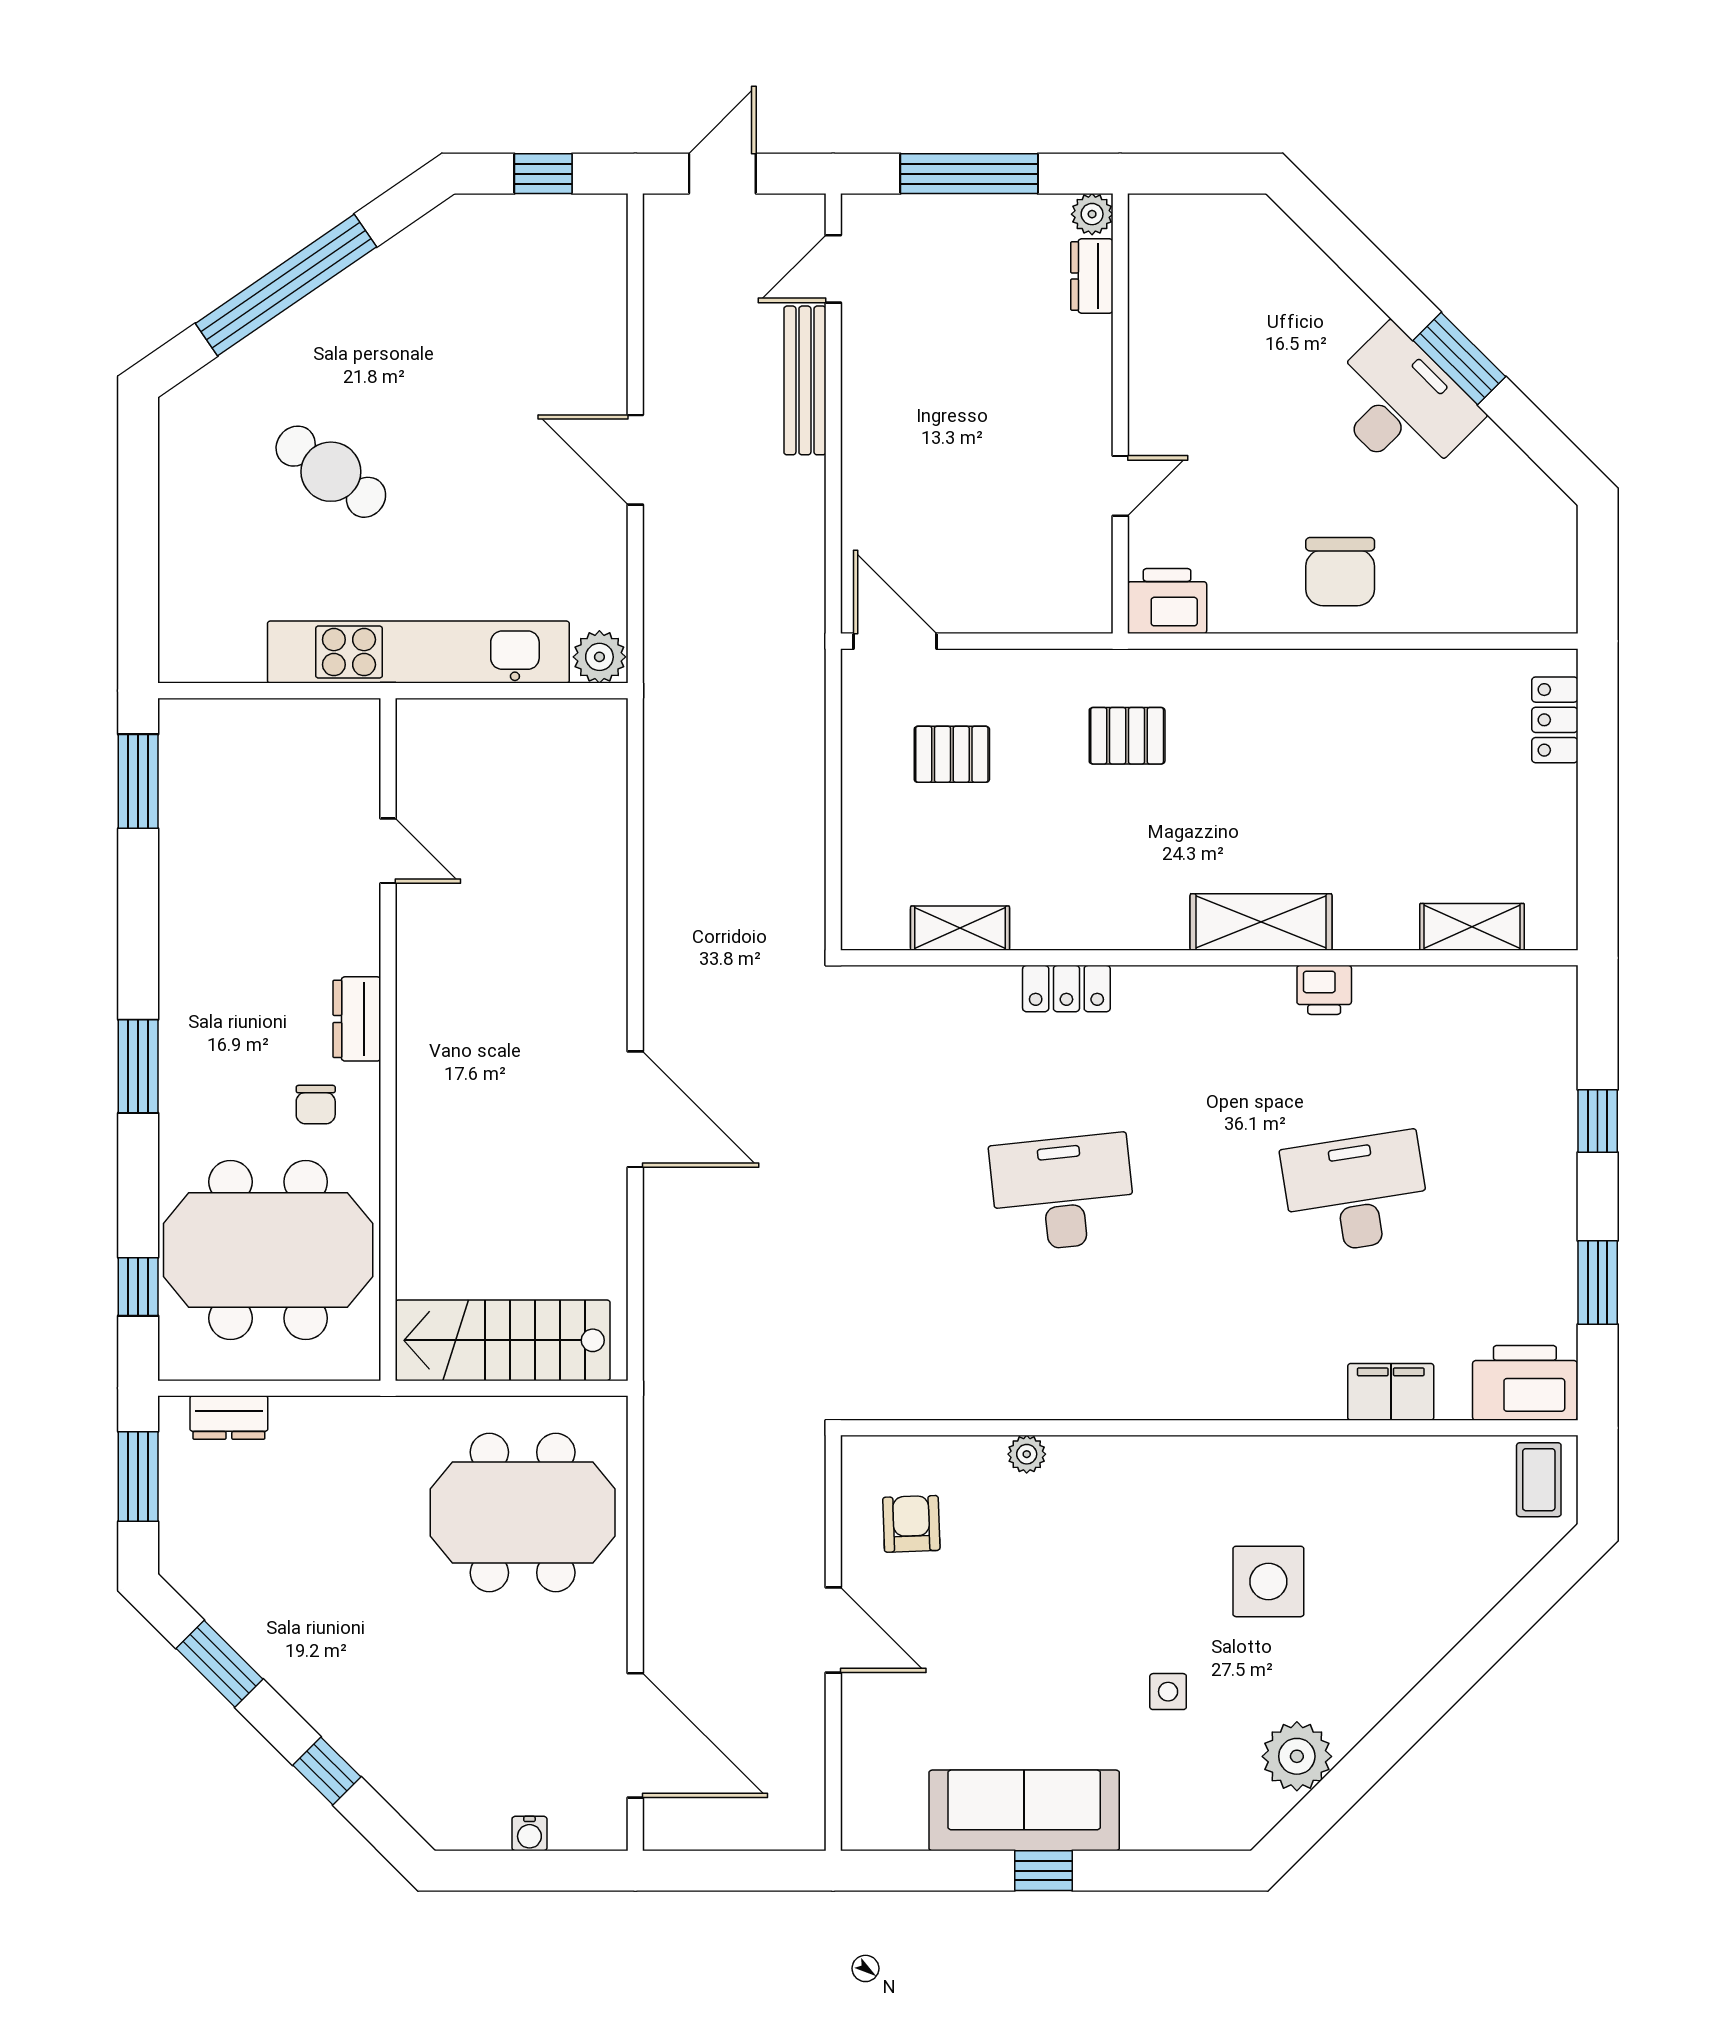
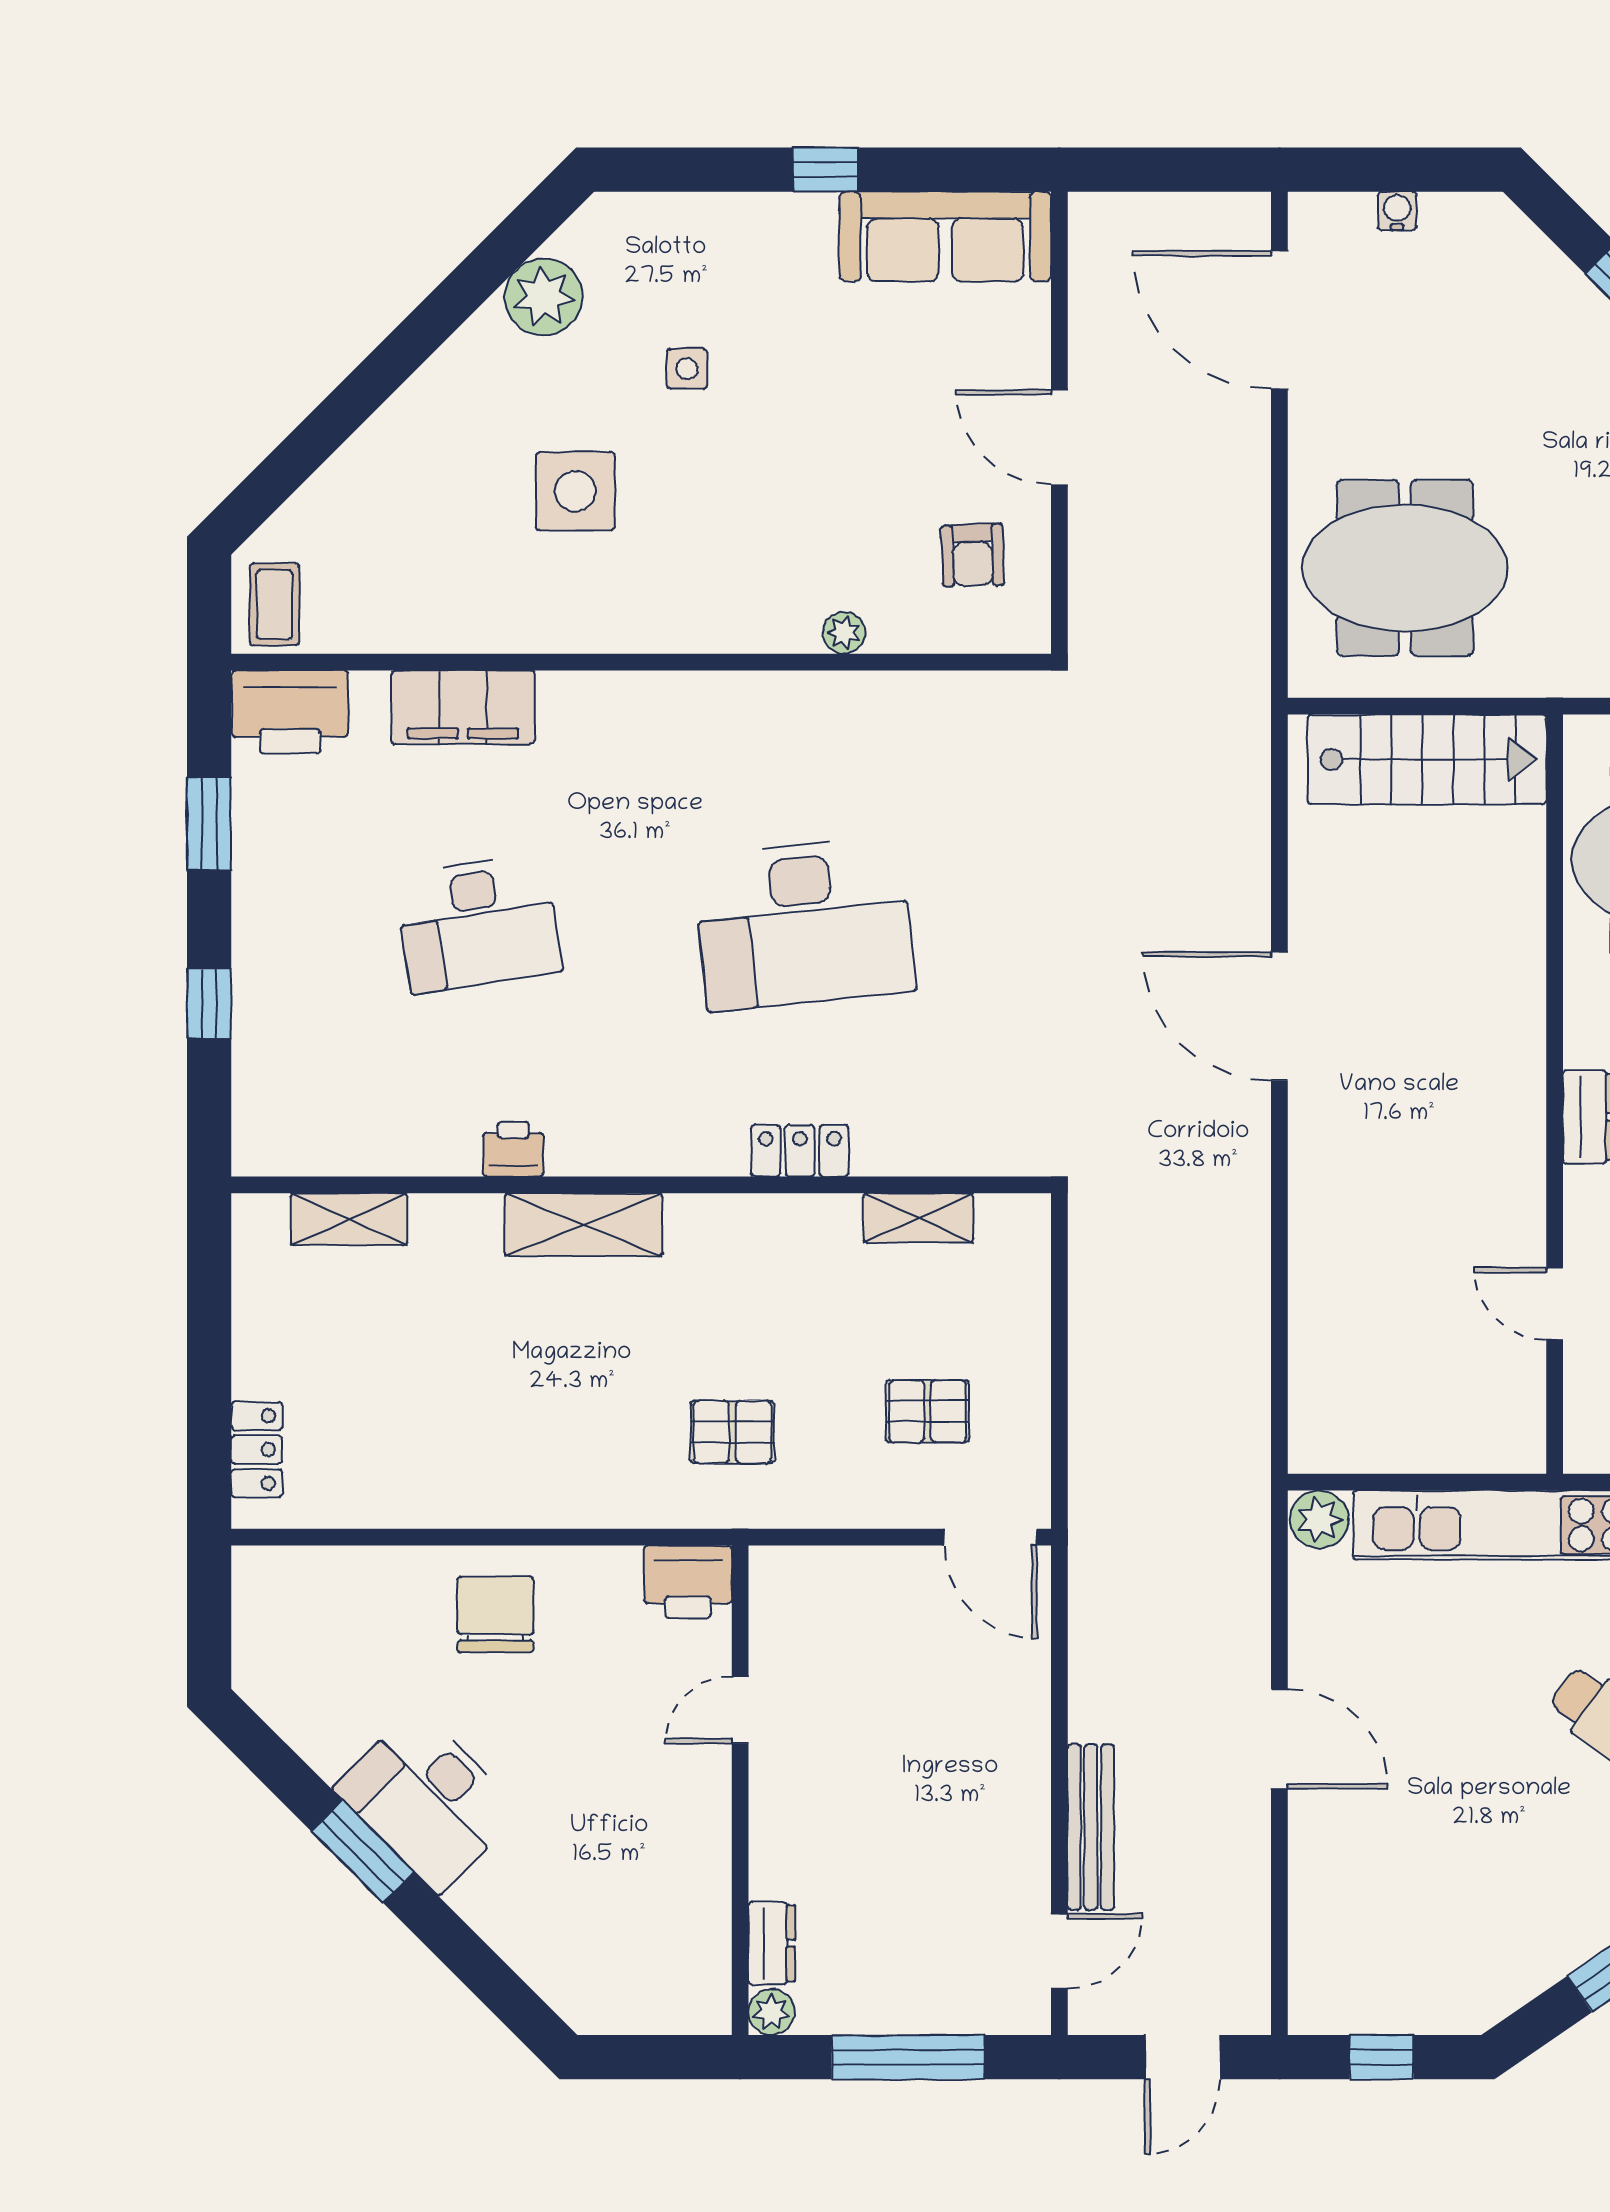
desk: (1063, 1193) -> (804, 924), width x1.36, depth x1.30
filing cabinet: (1391, 1392) -> (463, 707), width x1.50, depth x1.17
sofa: (1024, 1810) -> (945, 237), moved

